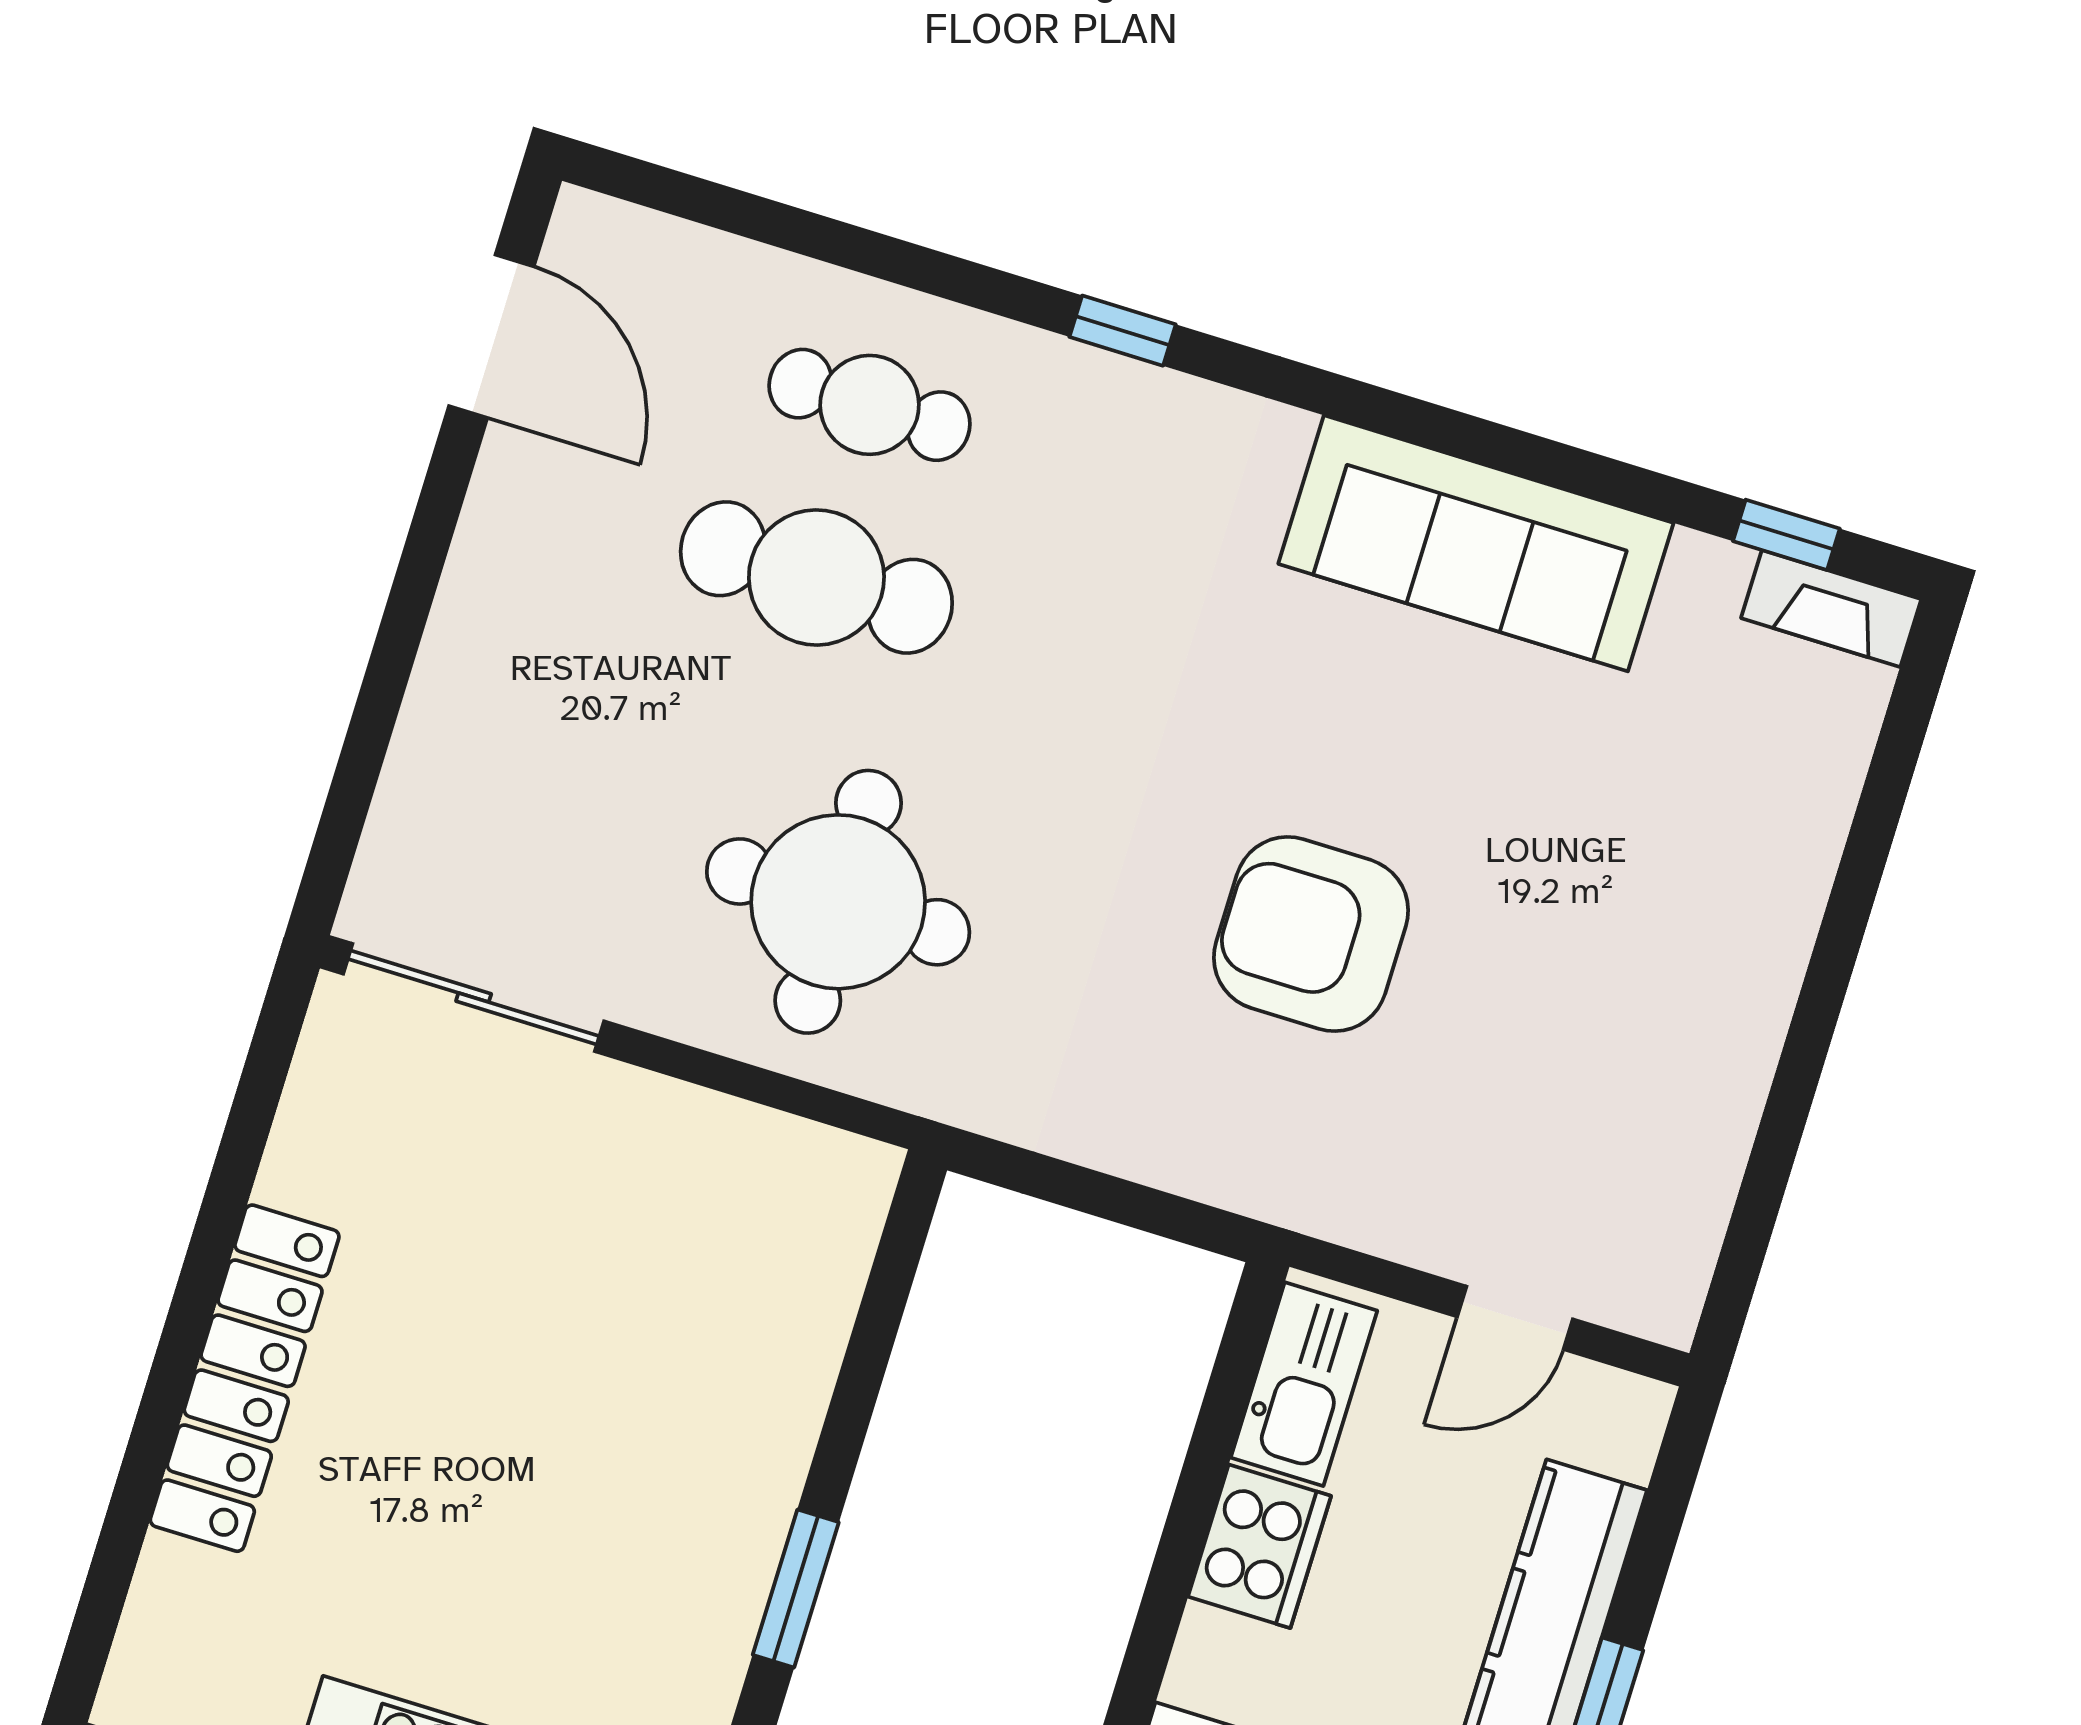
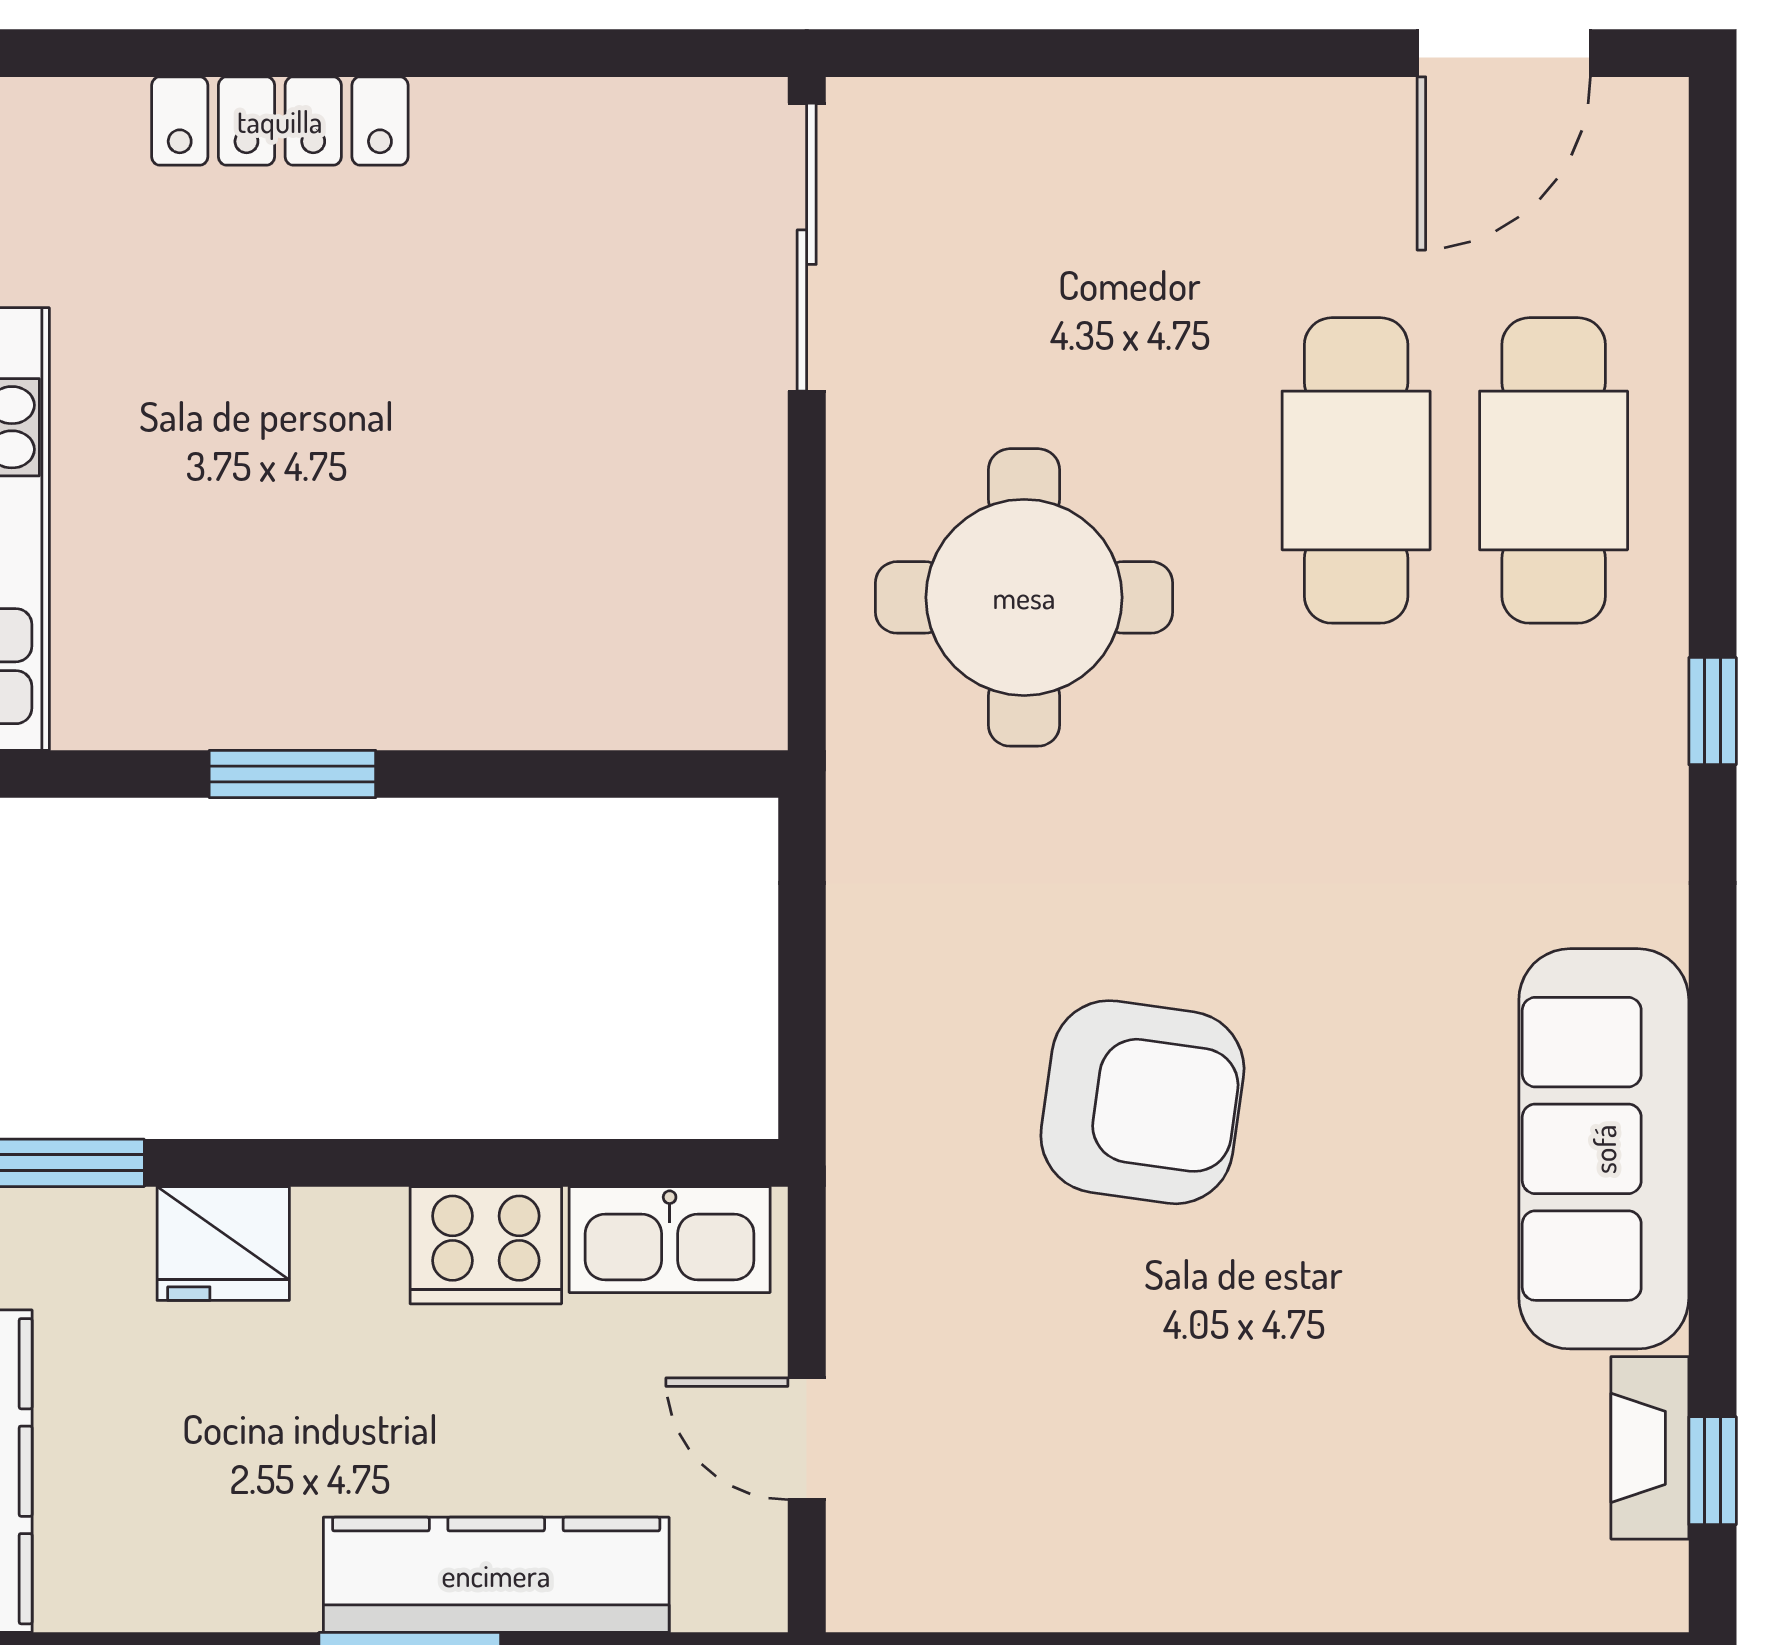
cafe table: (870, 405) -> (1554, 470), width x1.37, depth x1.35
fireplace: (1831, 609) -> (1650, 1448), moved
armchair: (1311, 934) -> (1142, 1102), turned 98
locker: (245, 1378) -> (280, 121), width x0.71, depth x0.83

